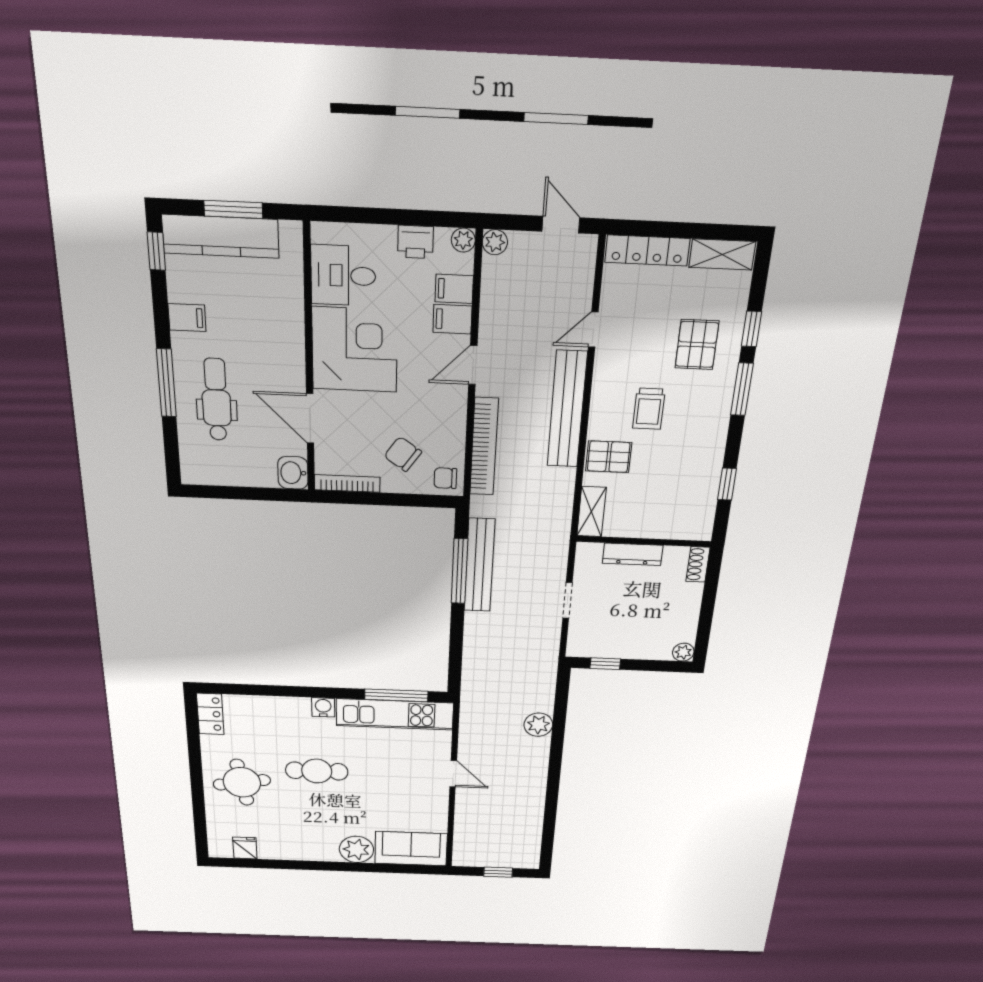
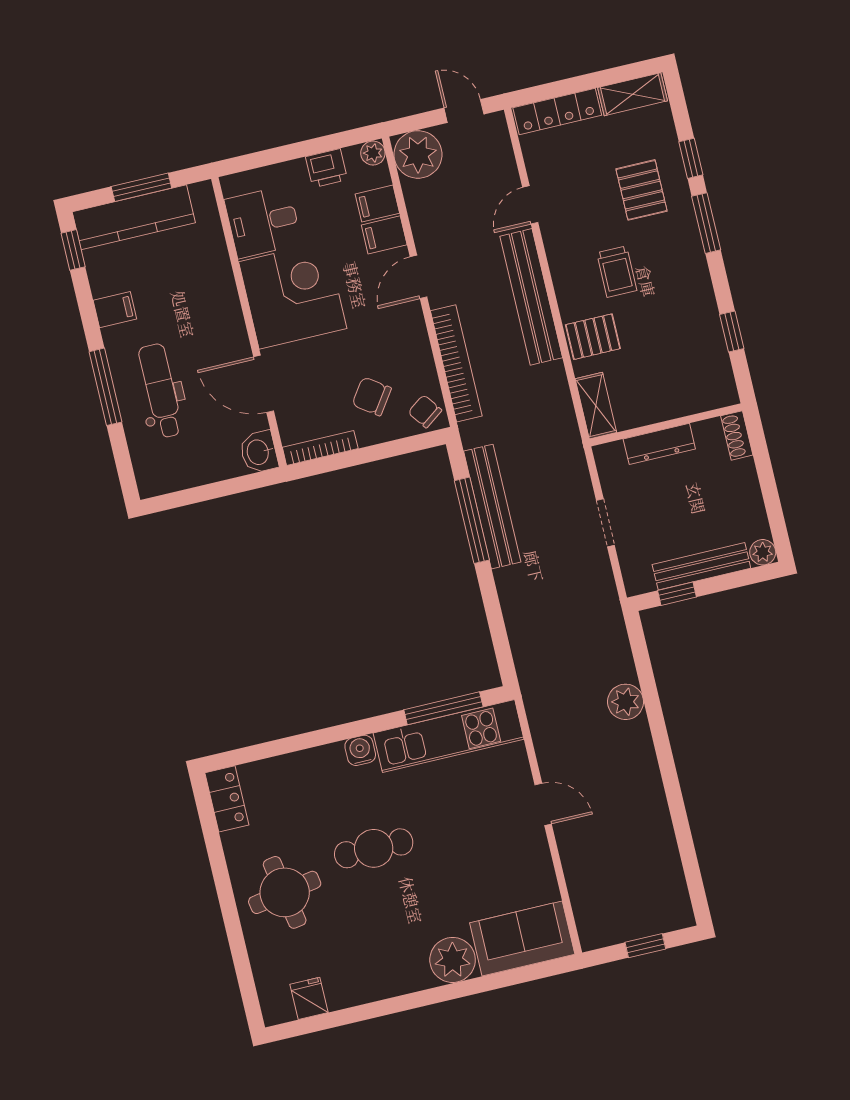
plant: (495, 242) -> (418, 154), width x1.88, depth x1.88
chair: (445, 478) -> (425, 411), turned 54
bench: (632, 650) -> (701, 566), added

